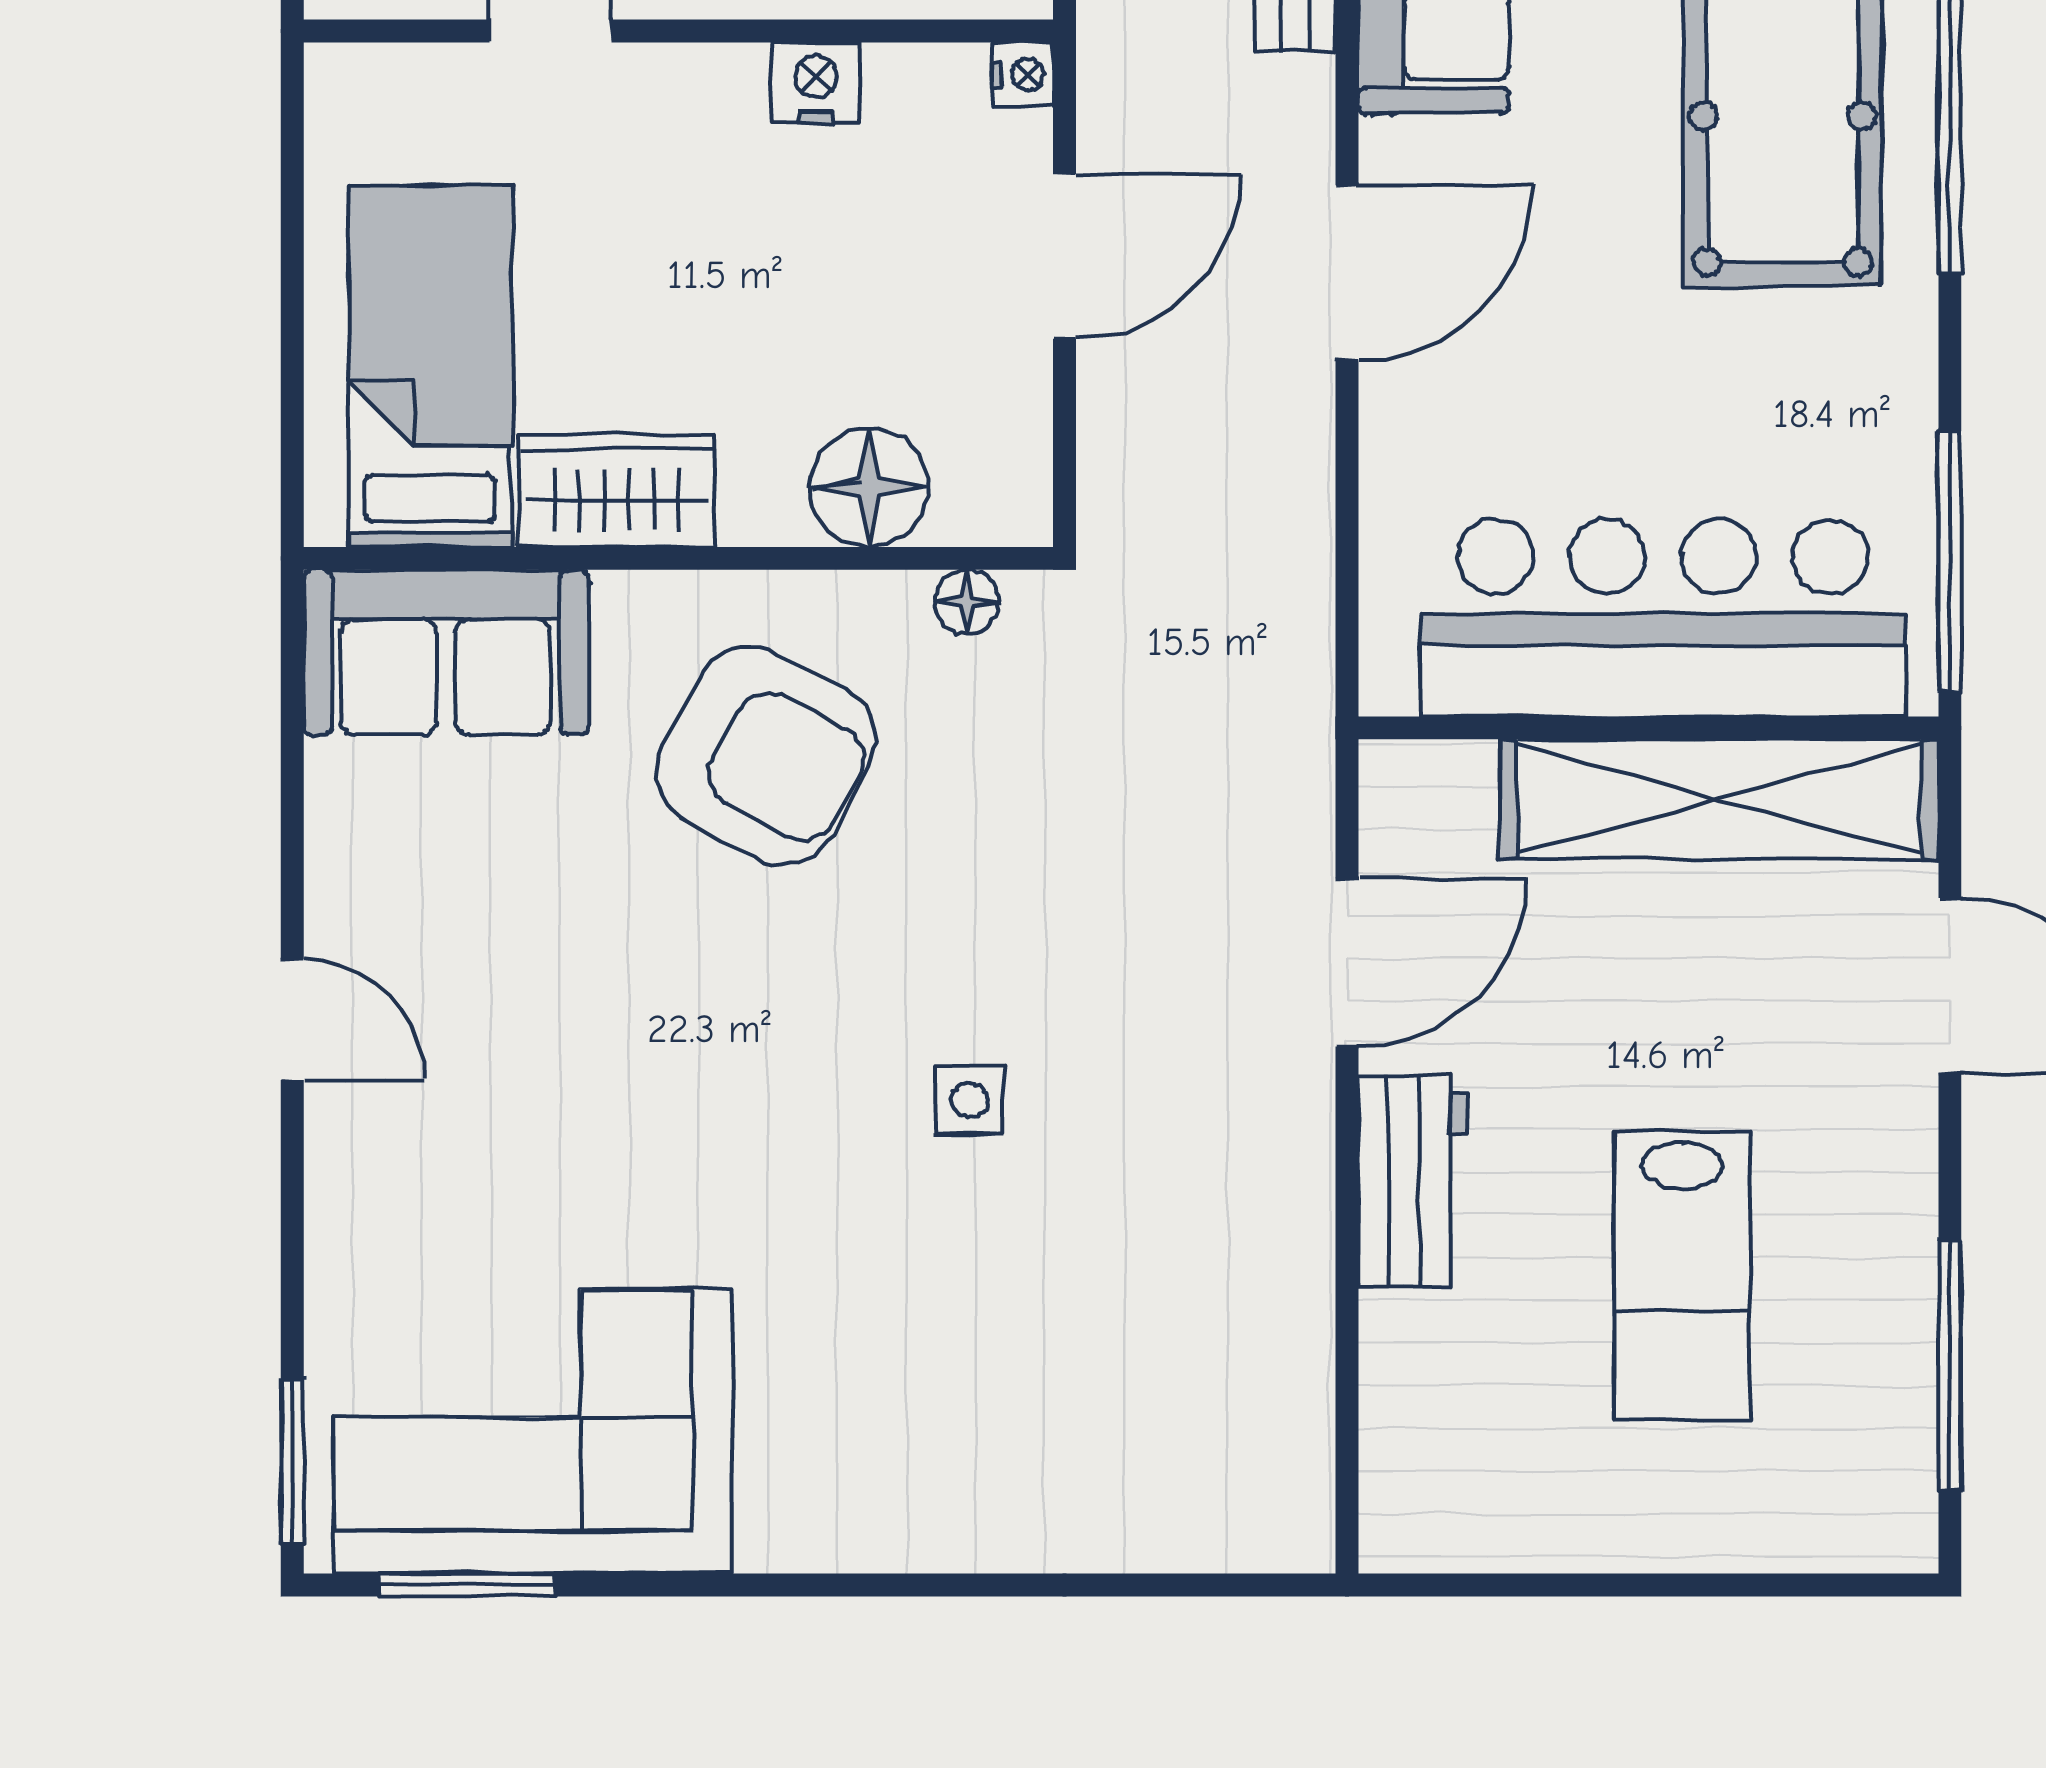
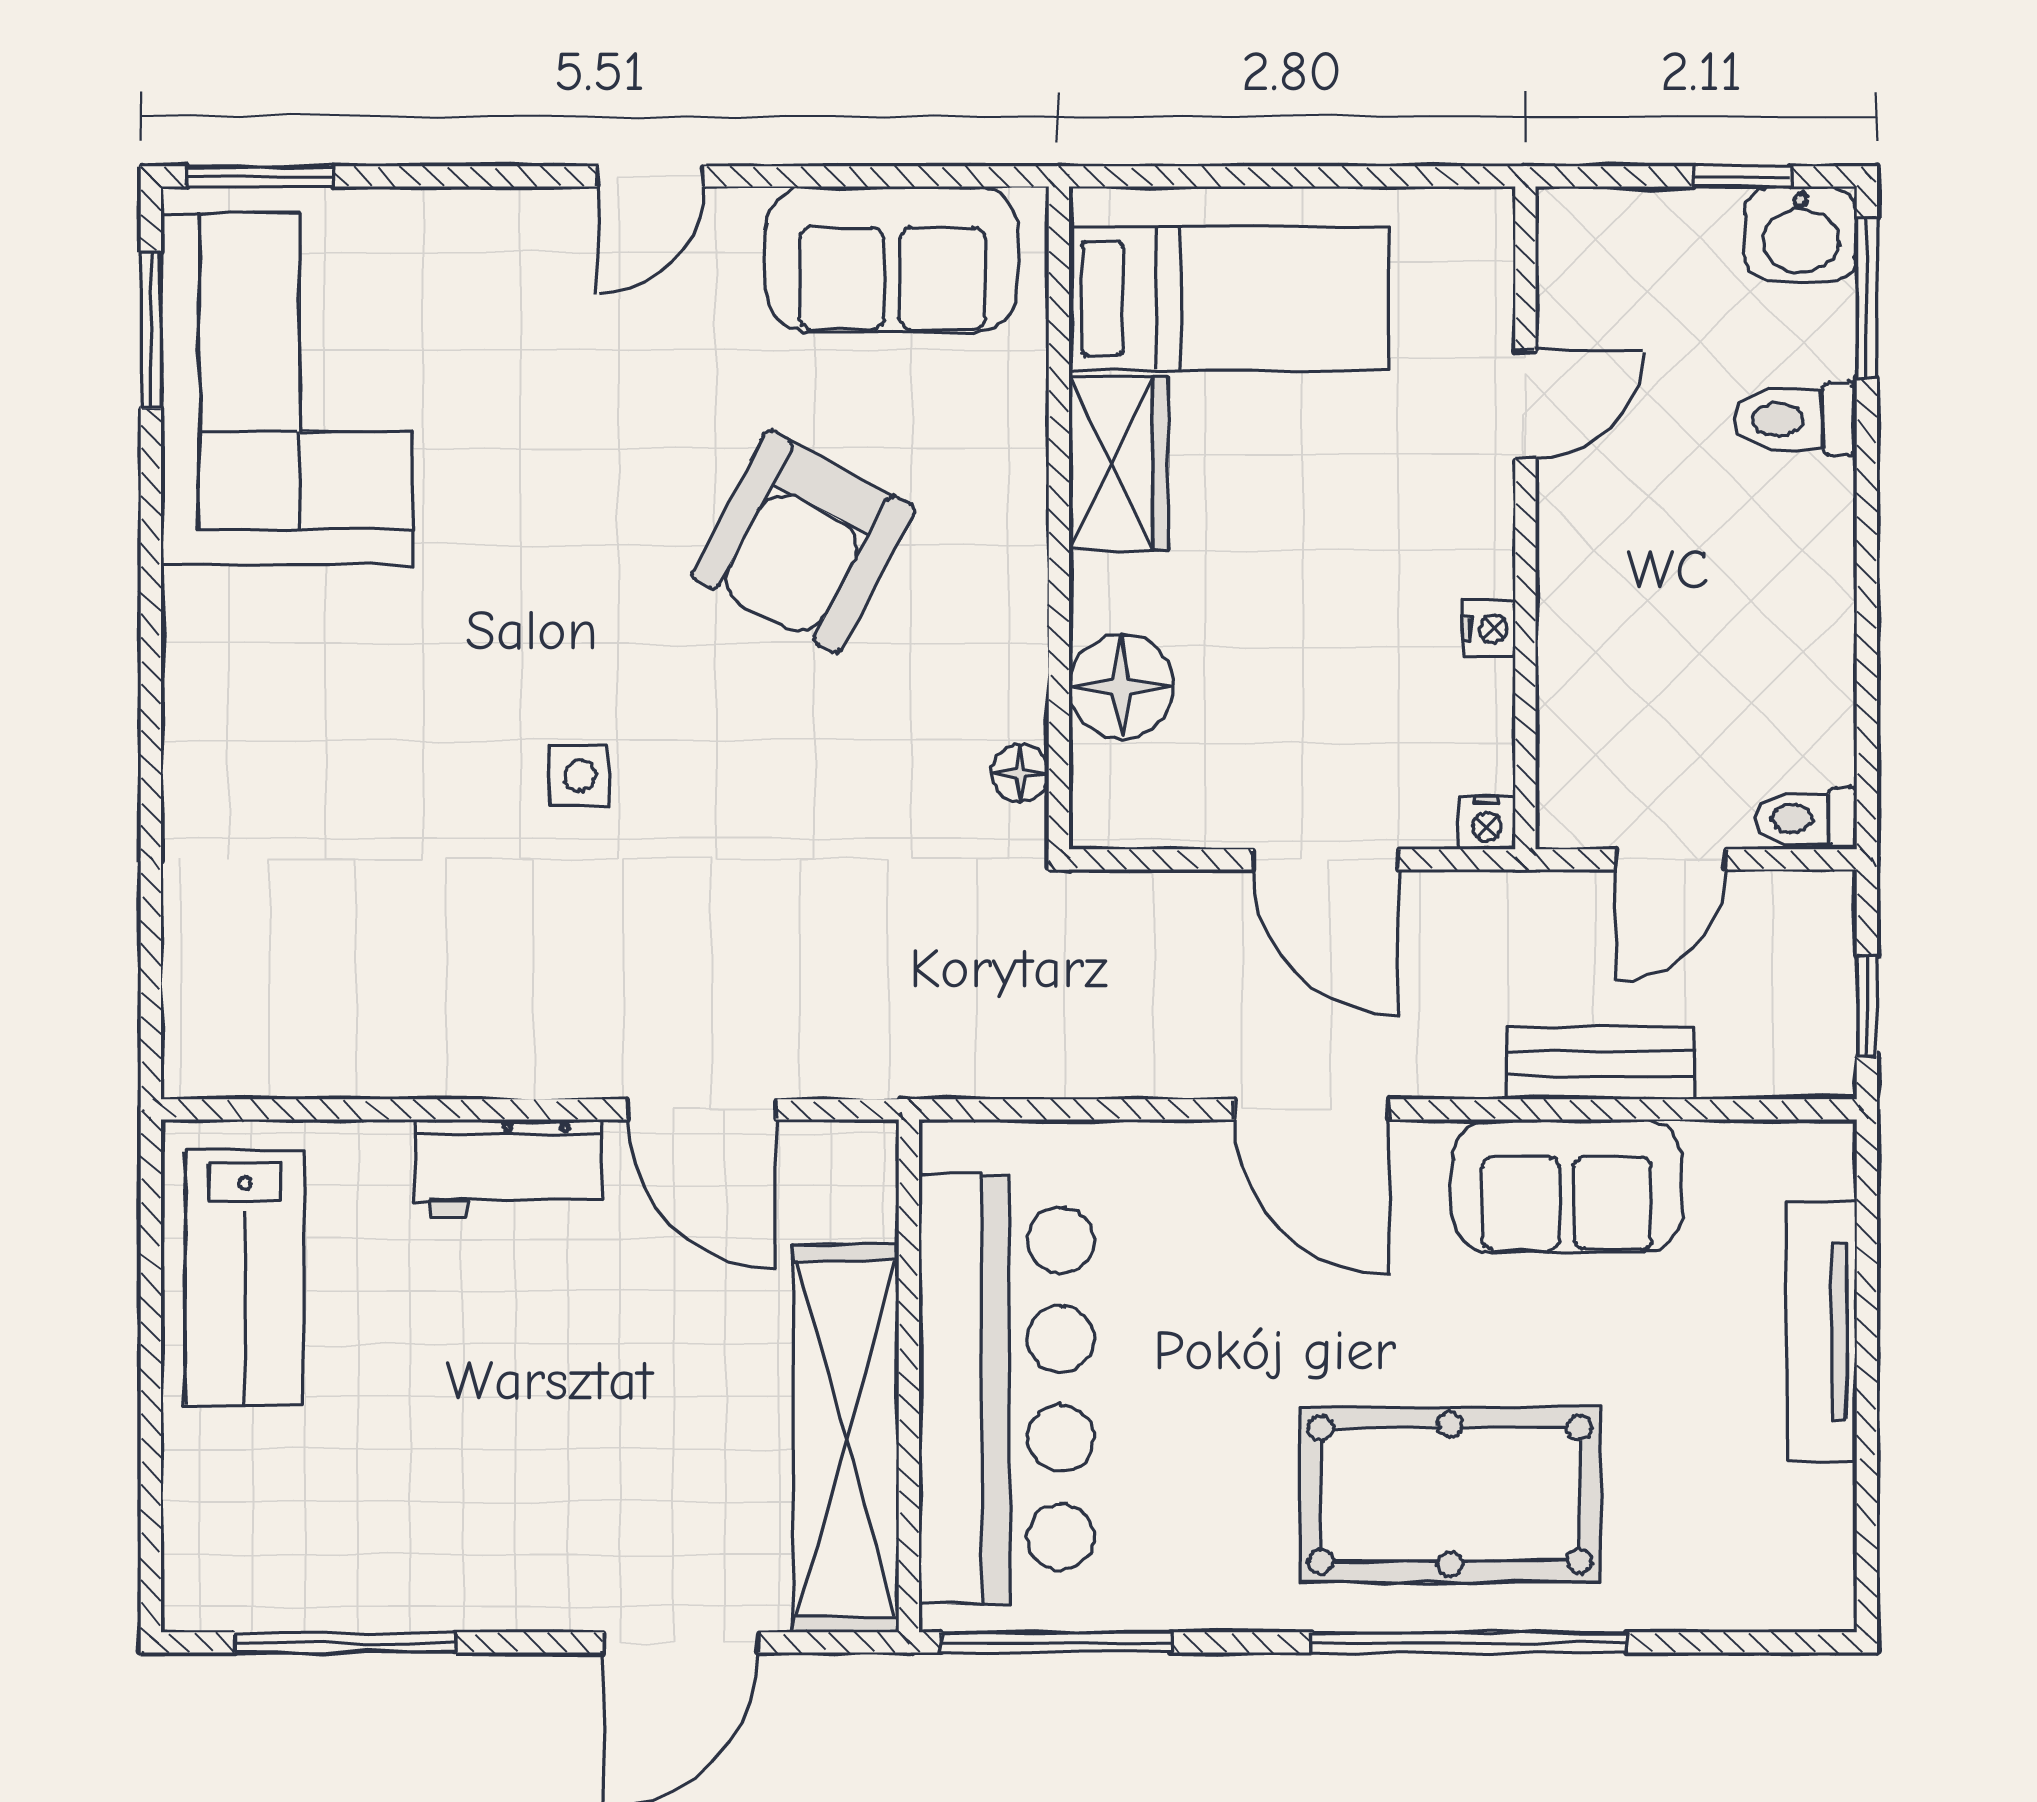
nightstand: (816, 83) -> (1489, 629), width x0.72, depth x0.74
sofa: (446, 652) -> (892, 259), moved, turned -90
armchair: (766, 755) -> (803, 542), moved
lab bench: (1682, 1275) -> (245, 1277), moved, turned -90

